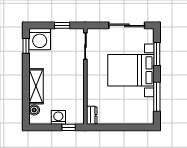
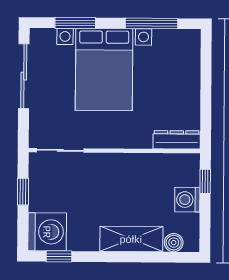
dresser: (92, 115) -> (177, 140), width x1.44

